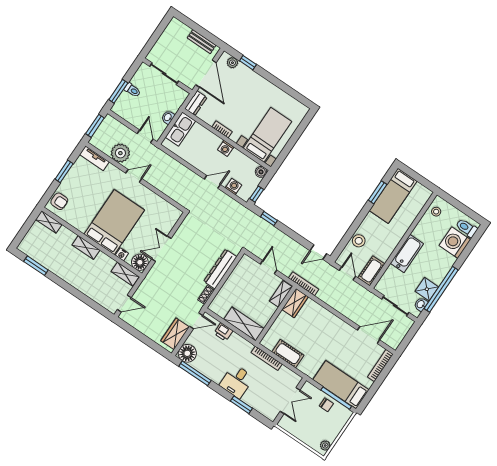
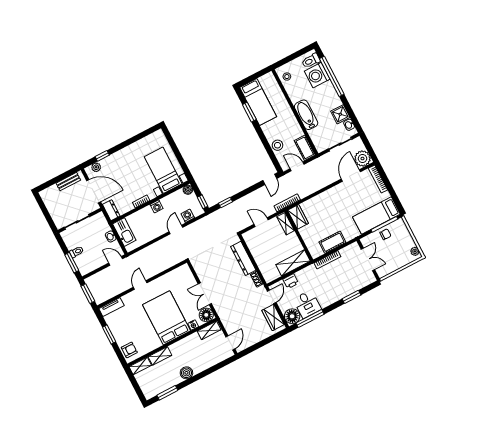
plant: (120, 153) -> (362, 159), moved
shelving: (86, 248) -> (160, 356), moved
boiler: (68, 274) -> (186, 373), added
window: (441, 289) -> (332, 76), moved
desk: (237, 381) -> (307, 304), moved

